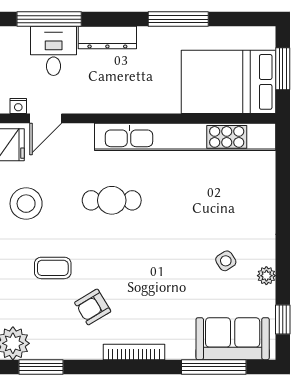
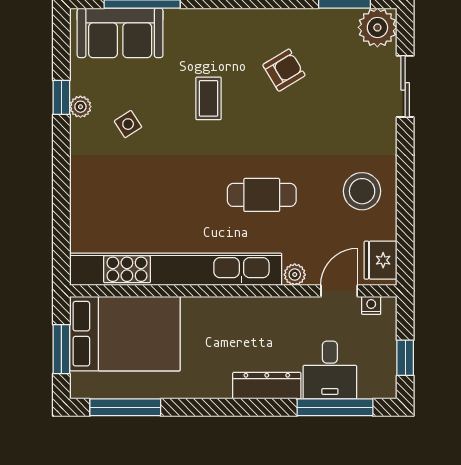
window: (178, 19) -> (125, 407), moved
plant: (84, 132) -> (295, 275), added
coffee table: (53, 268) -> (209, 98), moved, turned 90
window: (283, 319) -> (61, 97), moved
bookcase: (134, 352) -> (236, 17), removed

